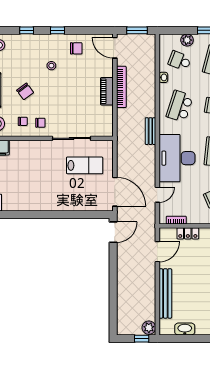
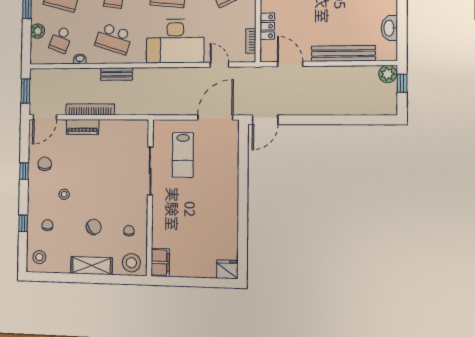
window: (58, 30) -> (24, 171), moved
piano: (107, 91) -> (83, 127), moved
chair: (40, 123) -> (47, 225), moved
bench: (150, 131) -> (117, 74), moved
lab bench: (85, 165) -> (183, 155), turned 180
door: (113, 232) -> (265, 120), swing flipped

